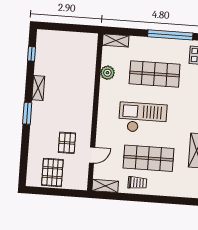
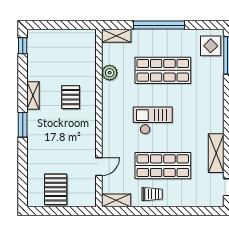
window: (170, 35) -> (159, 25), moved
window: (31, 54) -> (23, 46), moved
checkout: (143, 118) -> (153, 121), width x0.73, depth x0.83
pallet: (67, 143) -> (71, 97), moved

